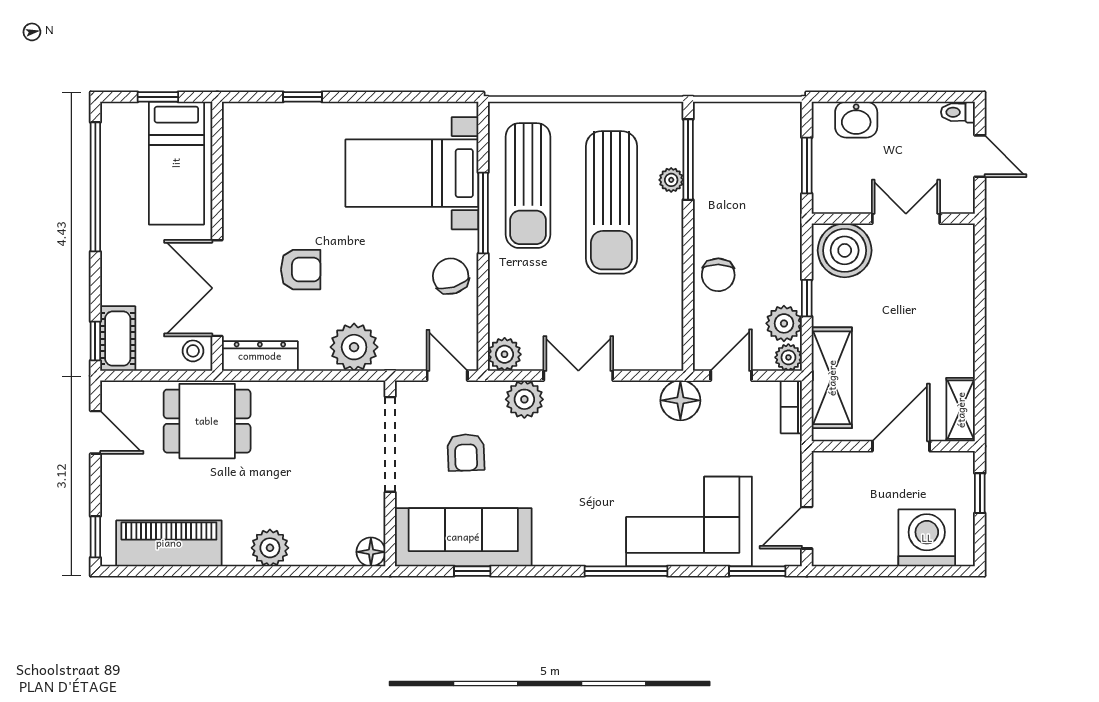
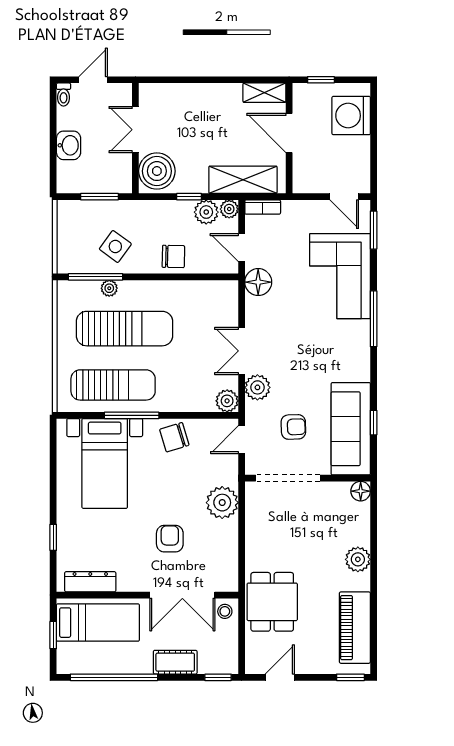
washbasin: (856, 120) -> (69, 145), moved
side table: (733, 189) -> (115, 246), added
cot: (118, 339) -> (175, 662), moved
dresser: (260, 356) -> (90, 582), moved, turned 90

